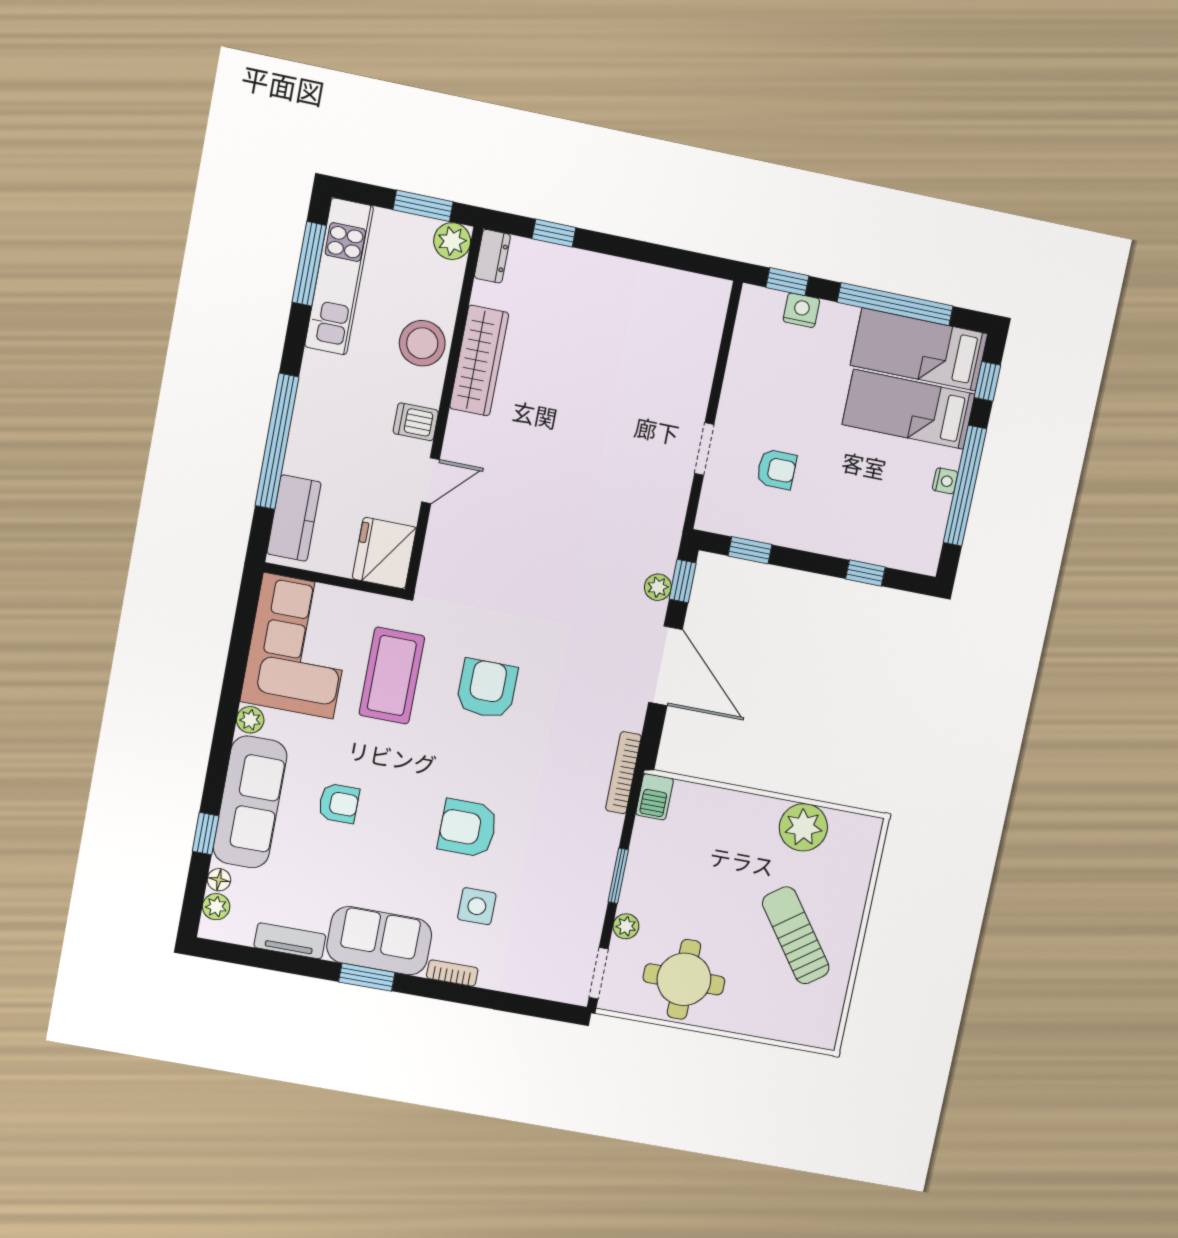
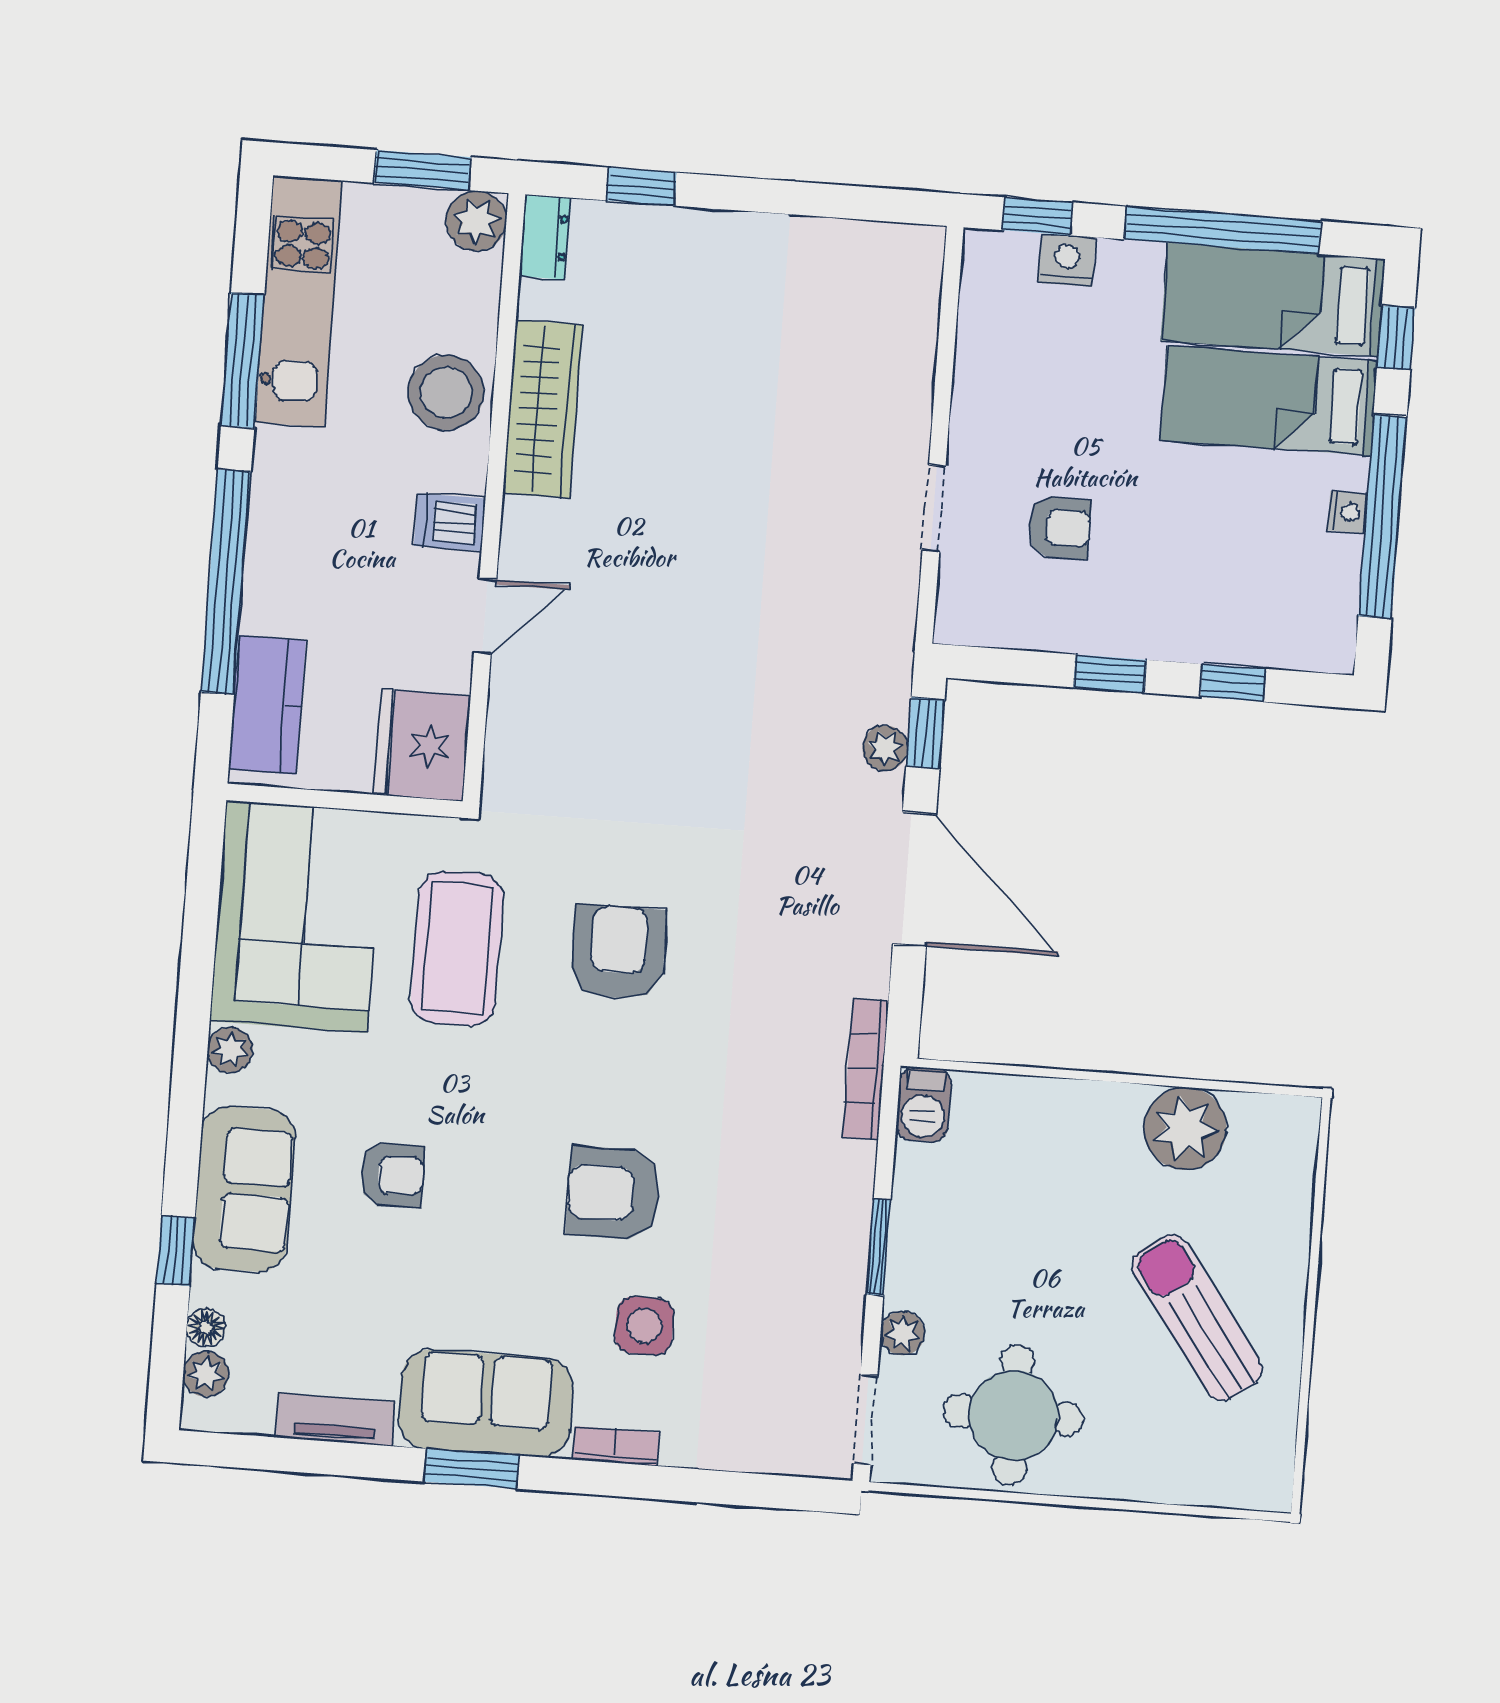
window: (309, 264) -> (243, 360), moved
window: (750, 550) -> (1110, 674), moved
sofa: (250, 802) -> (244, 1189), width x0.73

